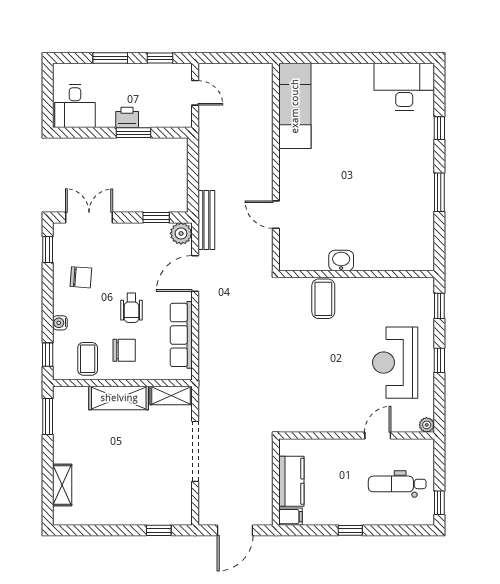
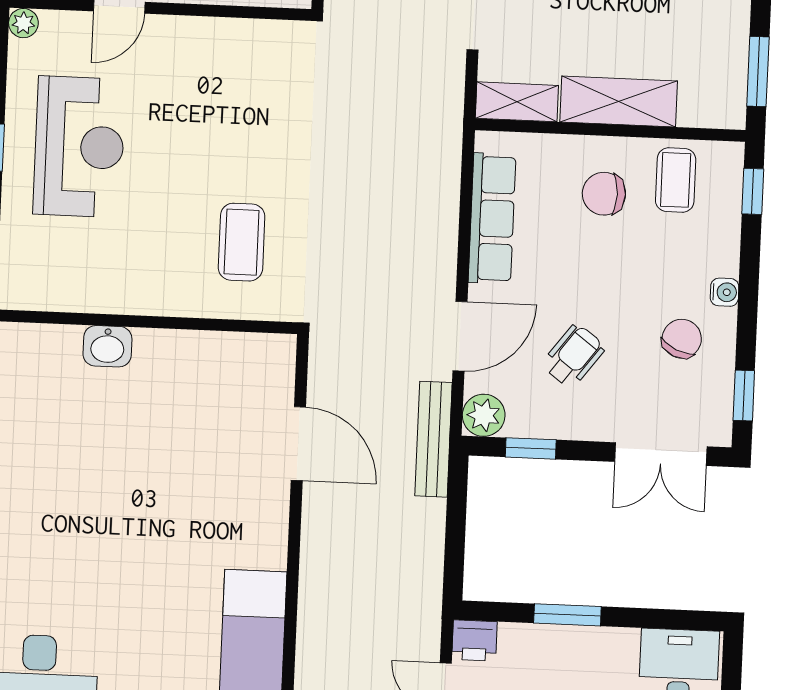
printer: (127, 117) -> (474, 640), moved
door: (276, 215) -> (298, 444), width x1.38
washbasin: (341, 261) -> (107, 346), moved
chair: (81, 277) -> (682, 339), turned 110
coffee table: (323, 299) -> (242, 242), moved
wheelchair: (131, 308) -> (574, 356), moved, turned 37
water cooler: (60, 323) -> (725, 292), moved

